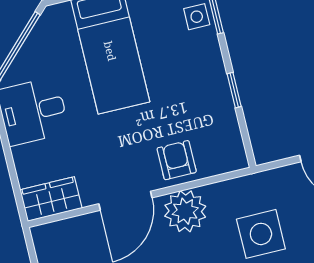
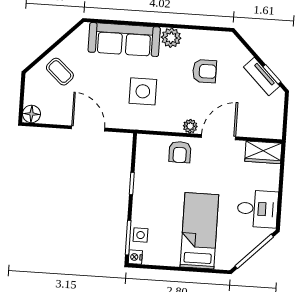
plant: (185, 211) -> (190, 126), width x0.53, depth x0.53

